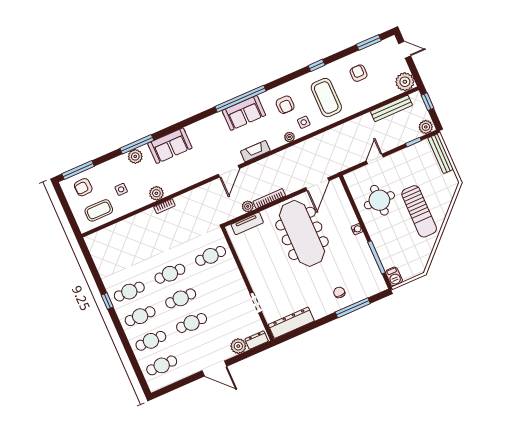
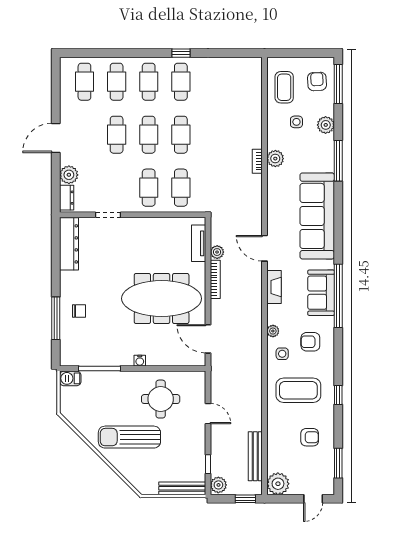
sofa: (170, 146) -> (317, 216), width x1.85, depth x1.27
plant: (135, 156) -> (326, 125), moved
cafe table: (221, 281) -> (149, 188), added

